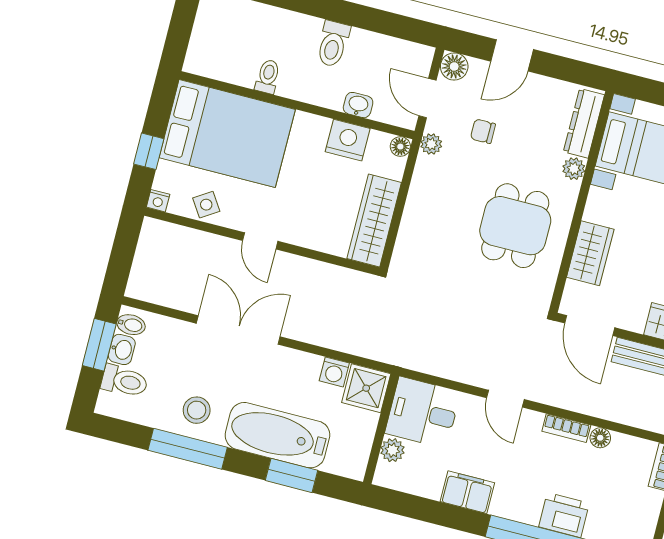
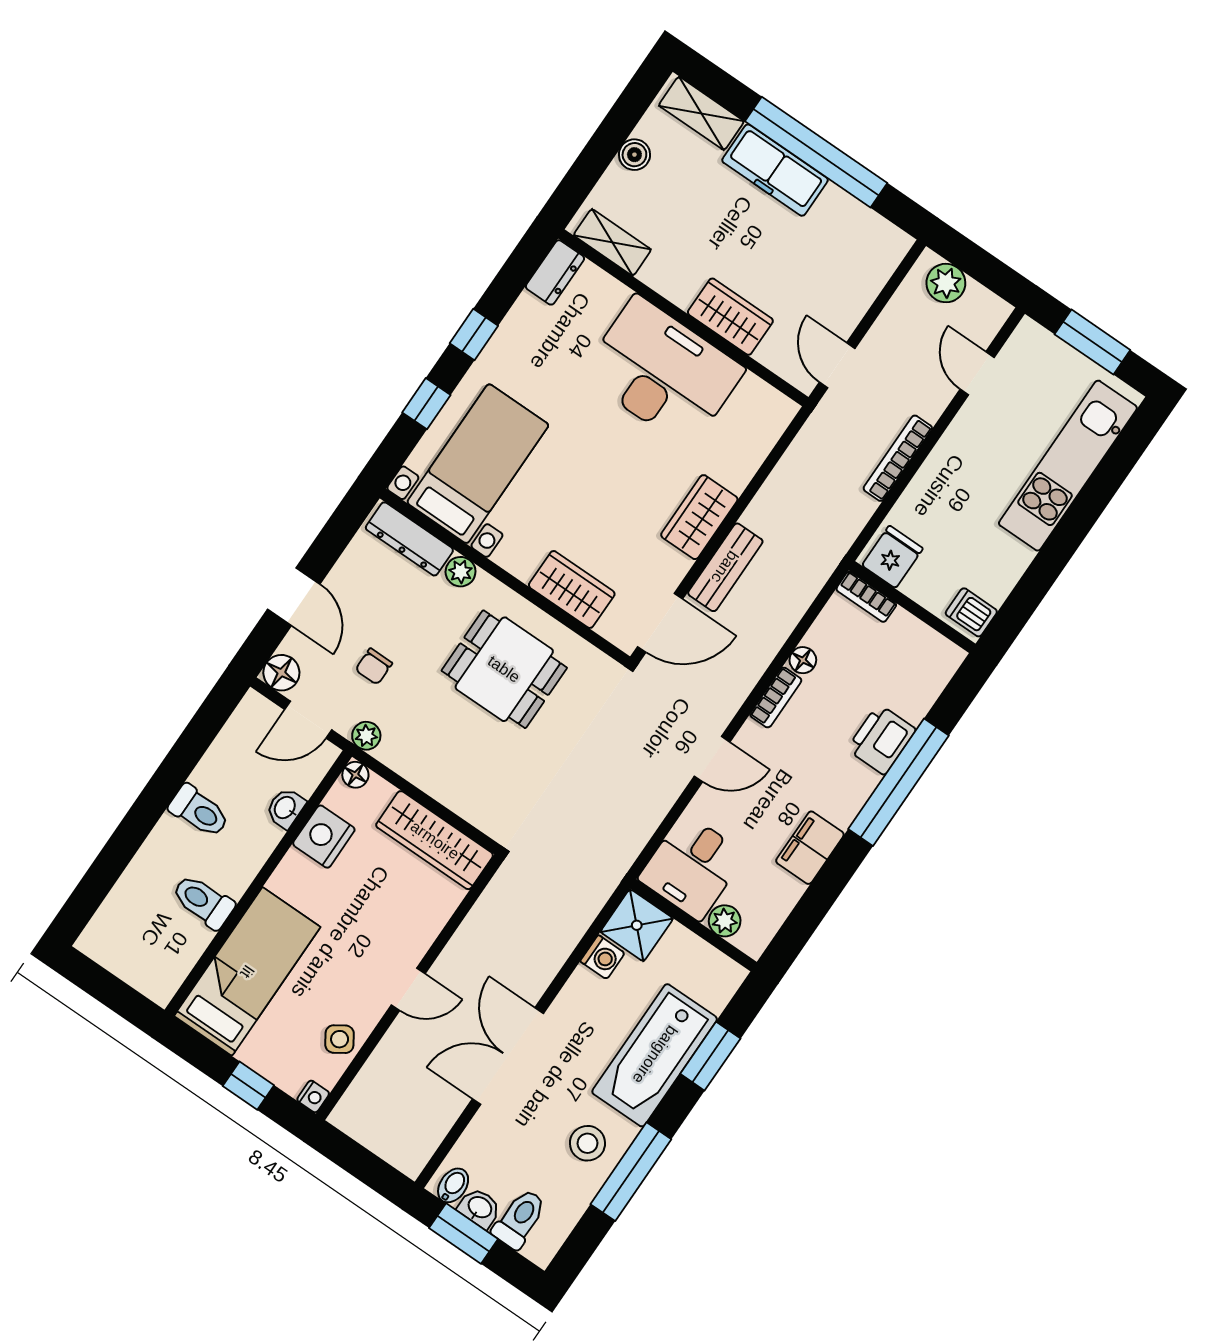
toilet: (268, 76) -> (203, 901), width x1.37, depth x1.39
bed: (227, 134) -> (247, 972), width x0.67

